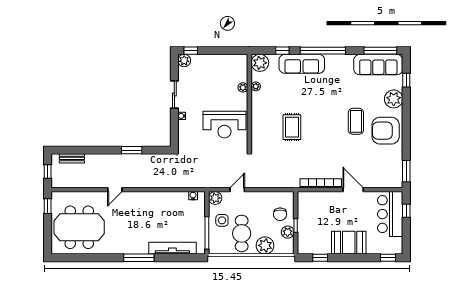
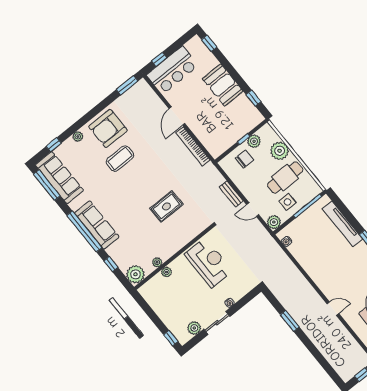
plant: (184, 61) -> (194, 328), moved
sofa: (302, 64) -> (97, 225), moved
plant: (394, 99) -> (78, 136), width x0.53, depth x0.53
armchair: (386, 131) -> (108, 128), turned 90
bench: (72, 158) -> (231, 194), moved

